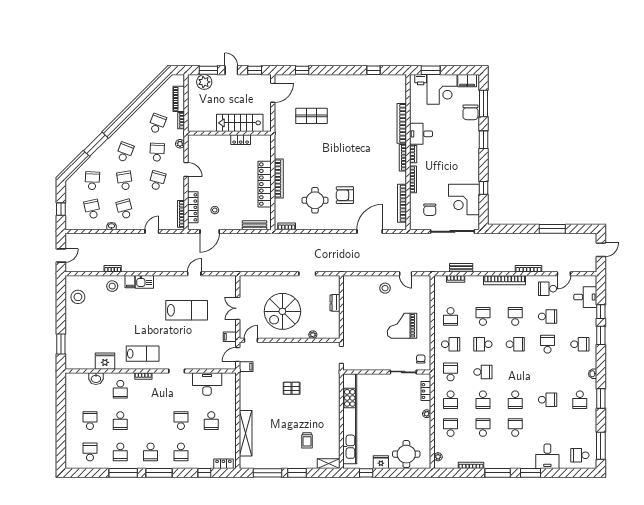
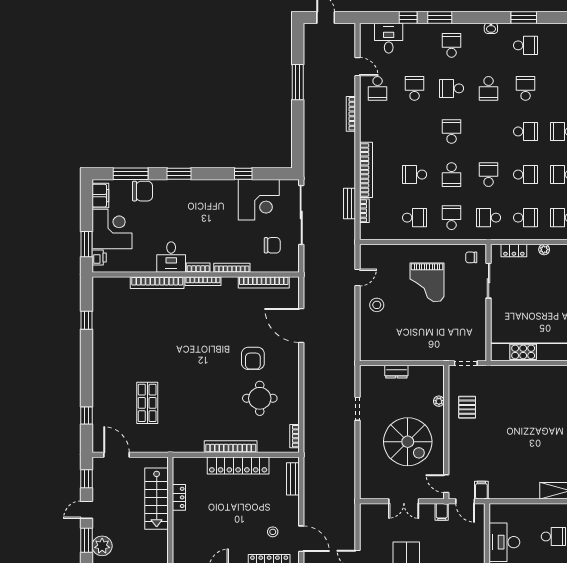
bookcase: (505, 280) -> (366, 170), moved
school desk: (515, 316) -> (489, 88), moved, turned -90
pallet: (292, 388) -> (467, 407), moved

